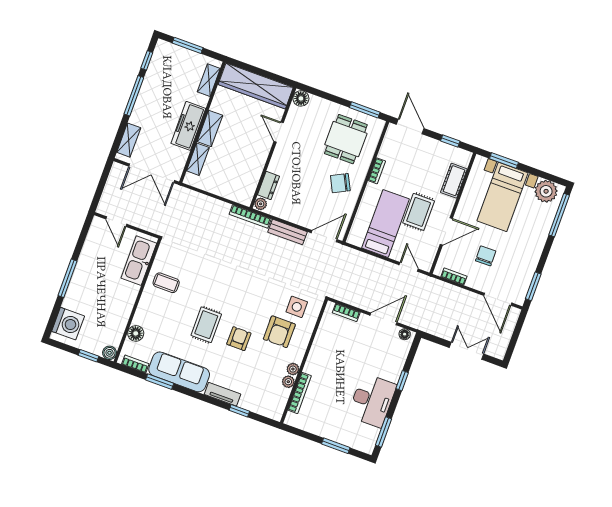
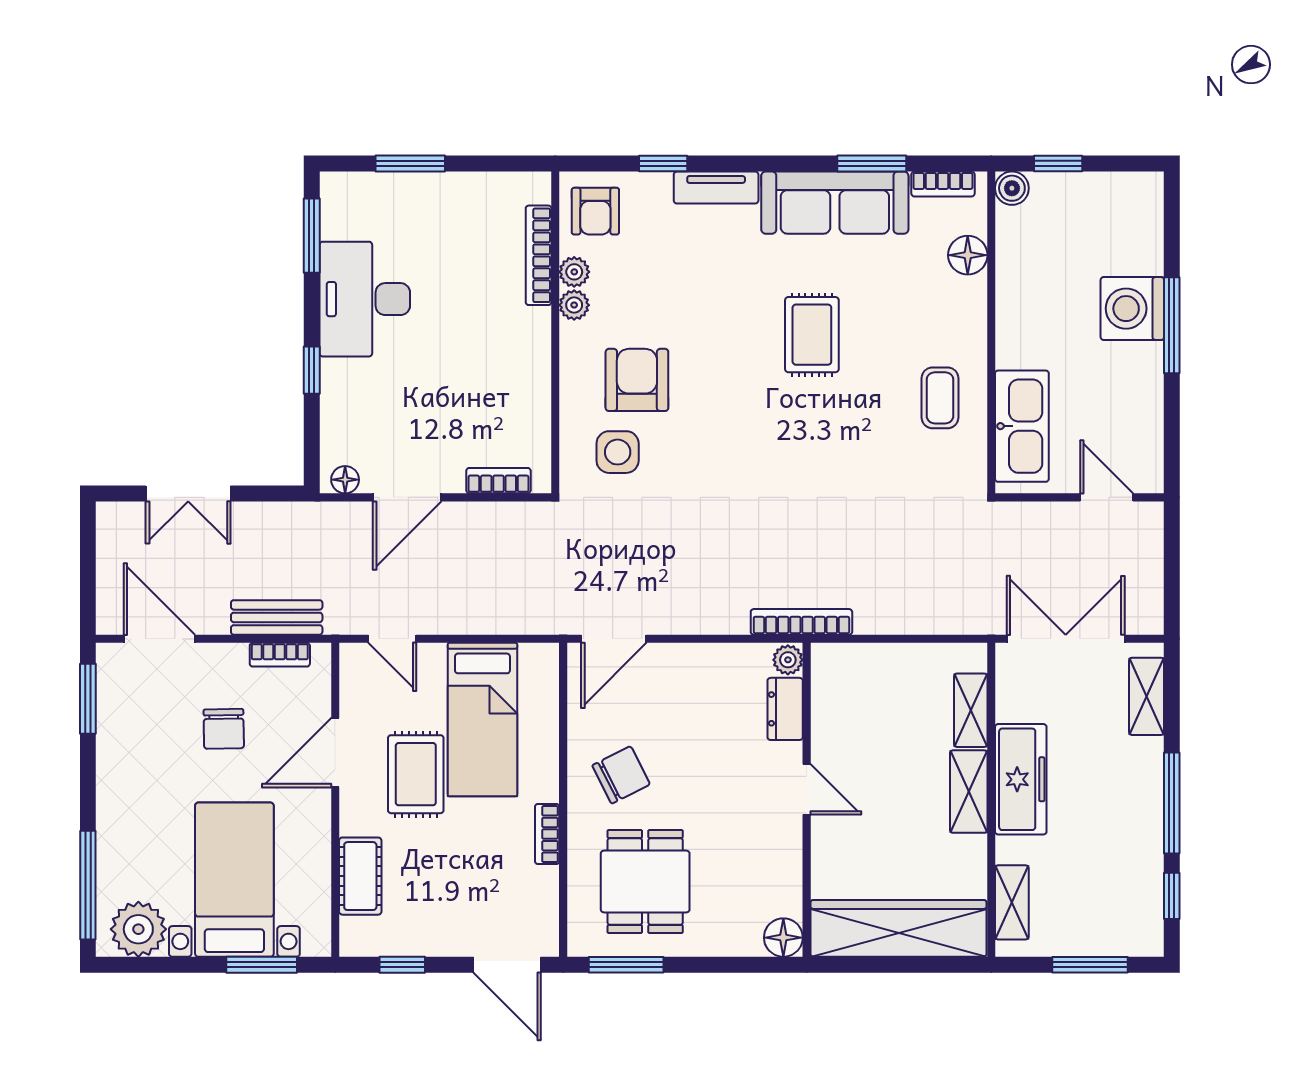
door: (279, 132) -> (807, 789), moved
bench: (287, 232) -> (277, 617), moved
coffee table: (166, 283) -> (940, 398), turned 90
washing machine: (68, 324) -> (1132, 309), moved
armchair: (239, 339) -> (595, 211), moved

